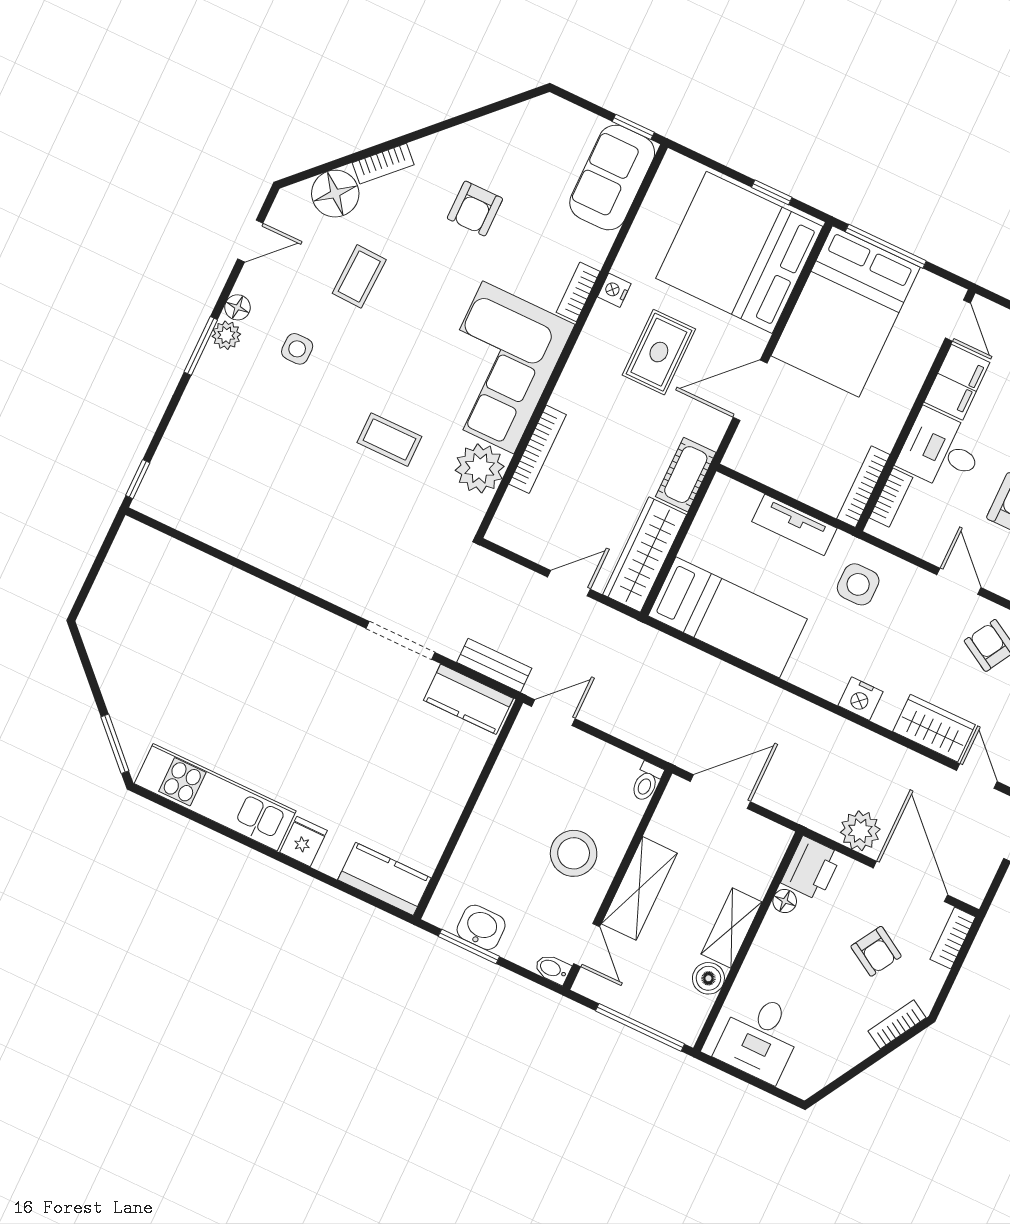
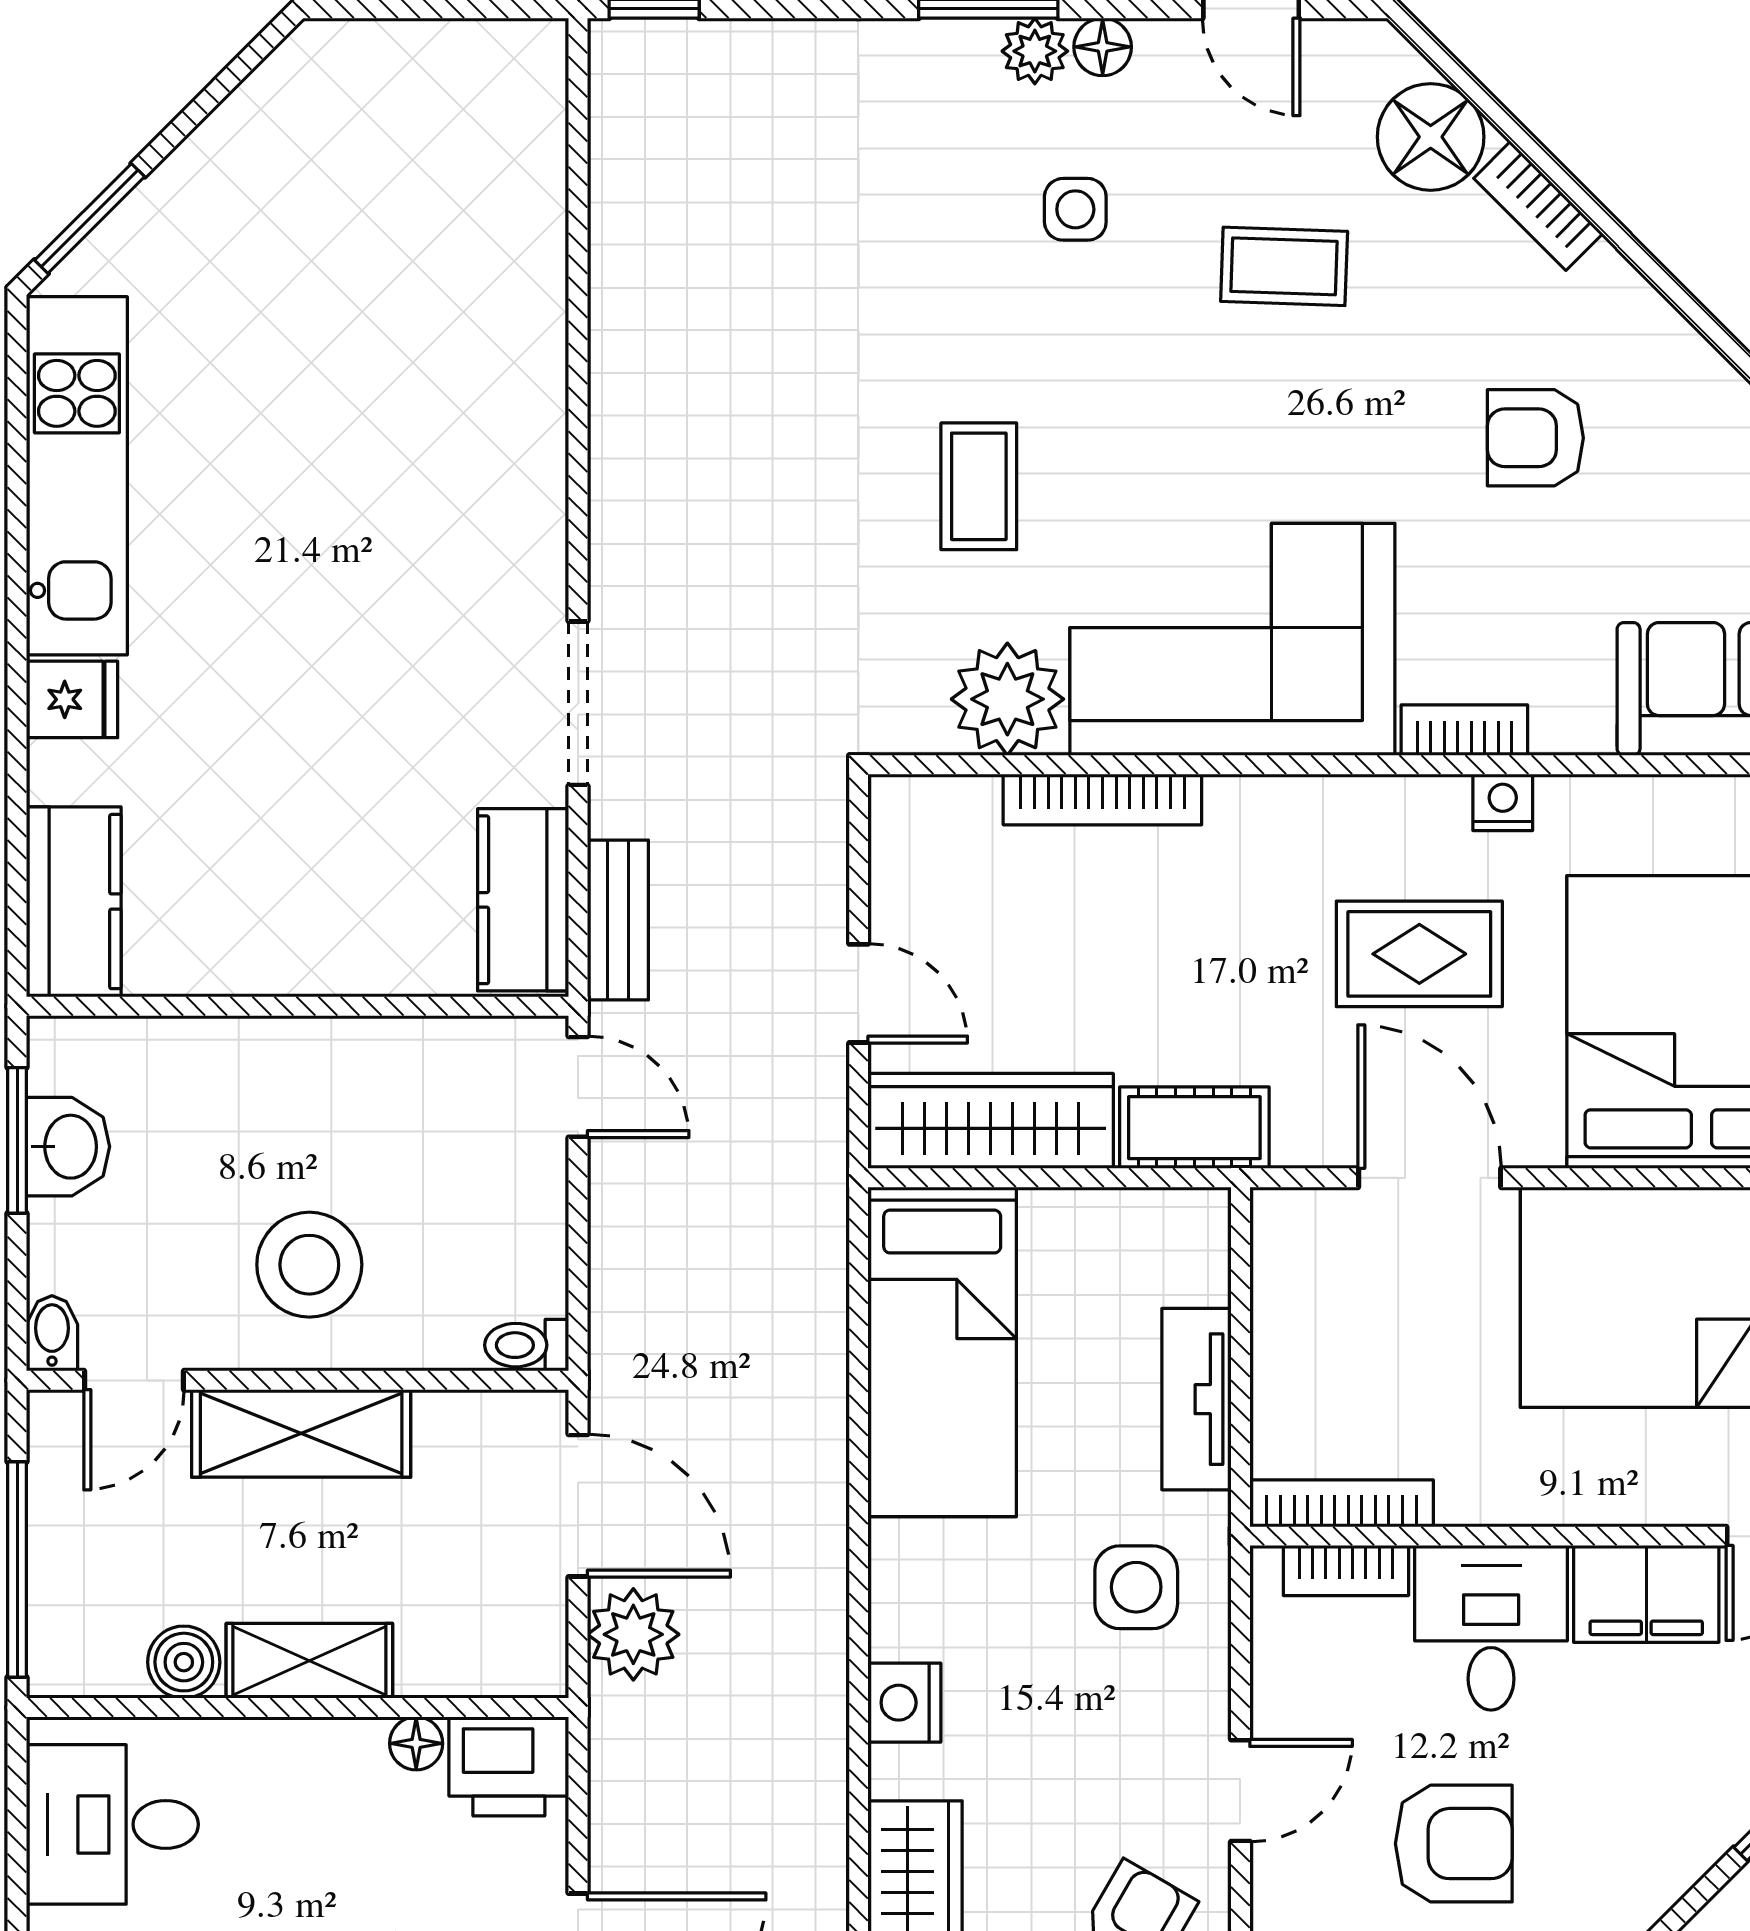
plant: (860, 831) -> (633, 1634), moved

